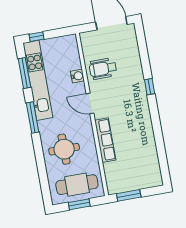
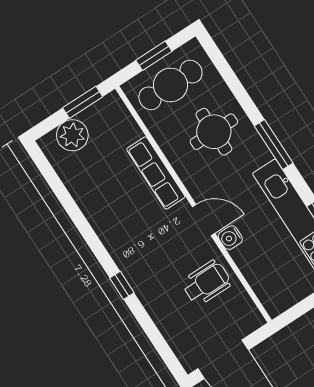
water cooler: (77, 76) -> (230, 238), moved
window: (32, 117) -> (274, 144), moved
plant: (142, 180) -> (72, 135), added

